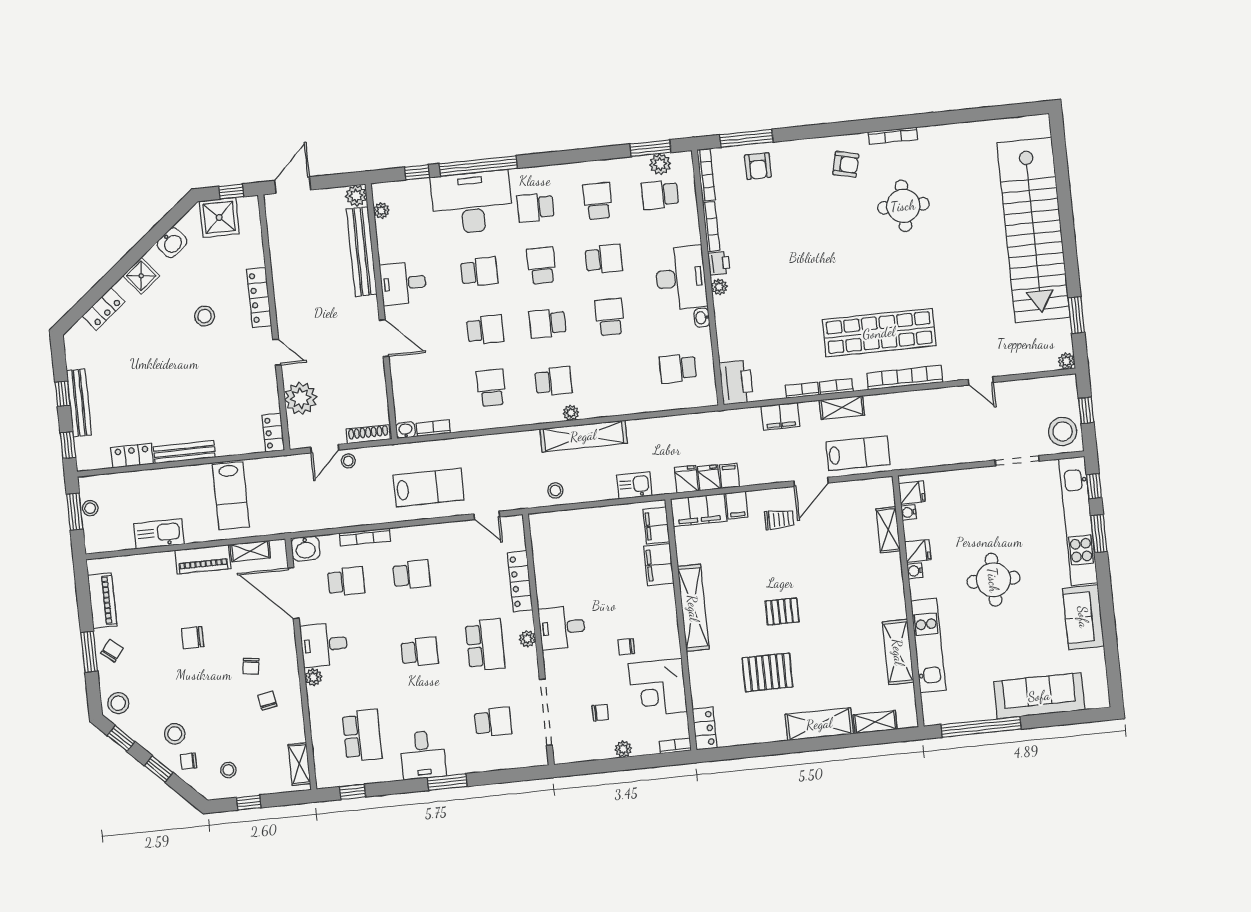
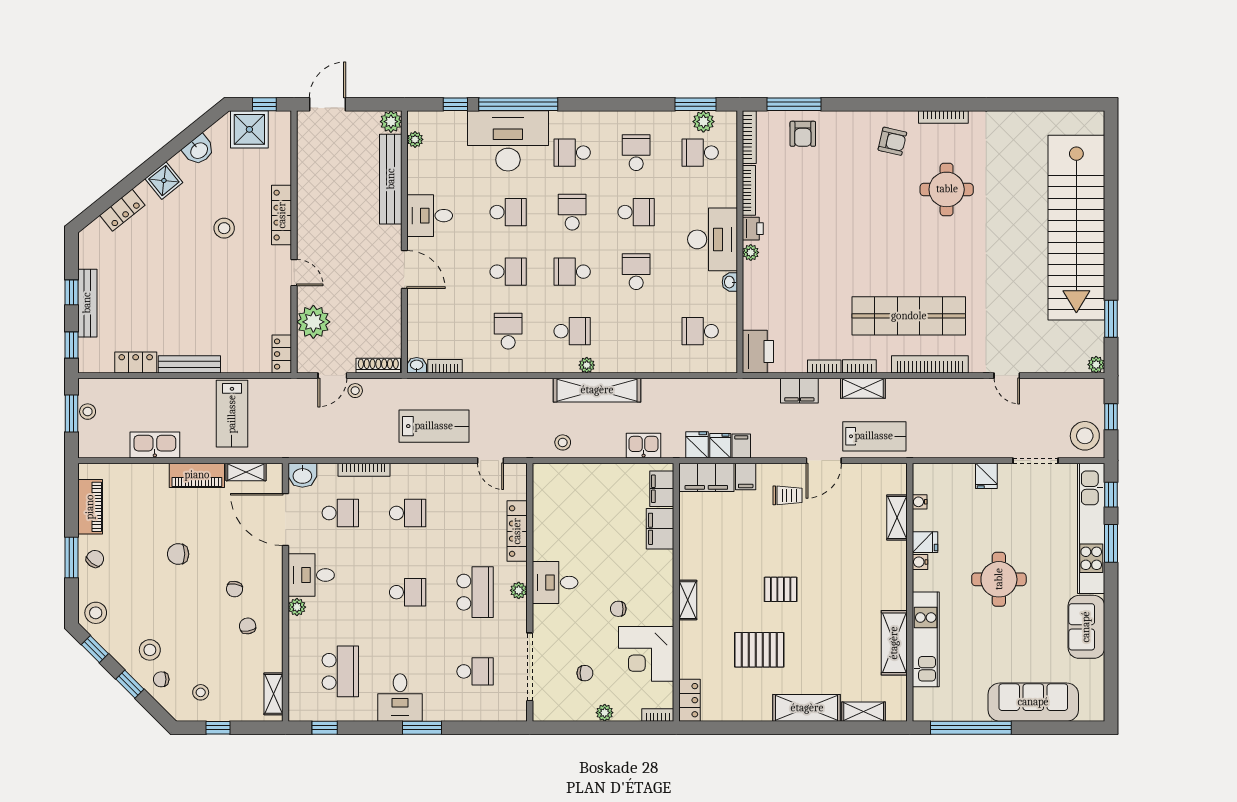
fridge: (912, 493) -> (986, 476), moved, turned 90
shelving: (693, 608) -> (688, 600), width x0.45, depth x0.75

